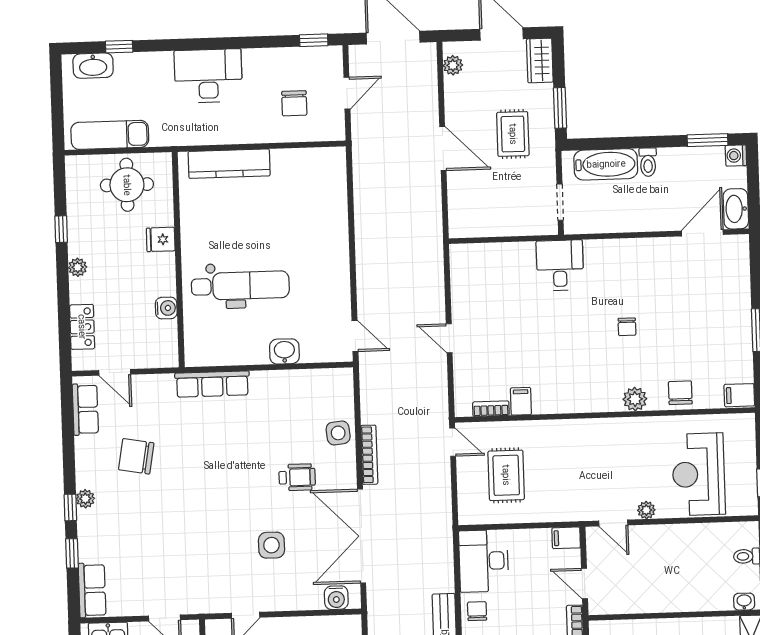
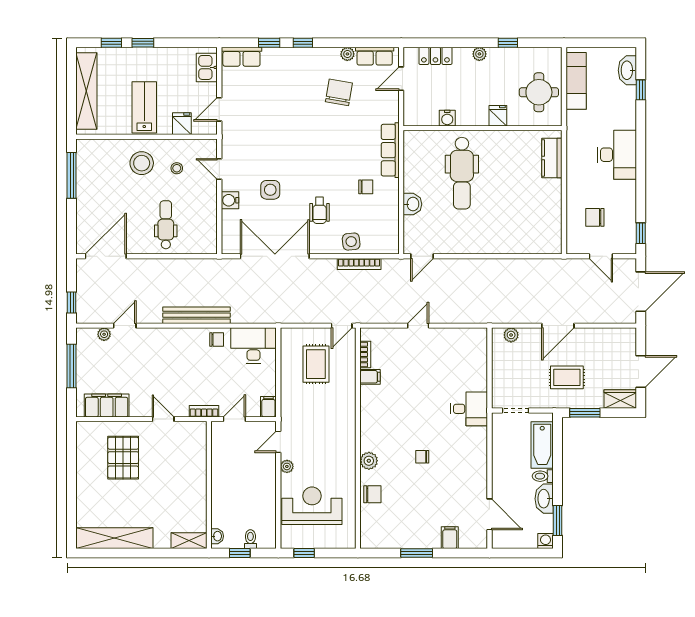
plant: (453, 65) -> (511, 335), moved
kitchen counter: (229, 164) -> (552, 158), width x0.67
washbasin: (736, 209) -> (544, 499), moved, turned -90
filing cabinet: (739, 395) -> (450, 538), moved
chair: (263, 416) -> (366, 187), added
bookcase: (369, 455) -> (359, 264), moved
rug: (506, 475) -> (316, 364), turned 90
plant: (85, 499) -> (347, 54), moved
water cooler: (336, 598) -> (230, 200), moved

